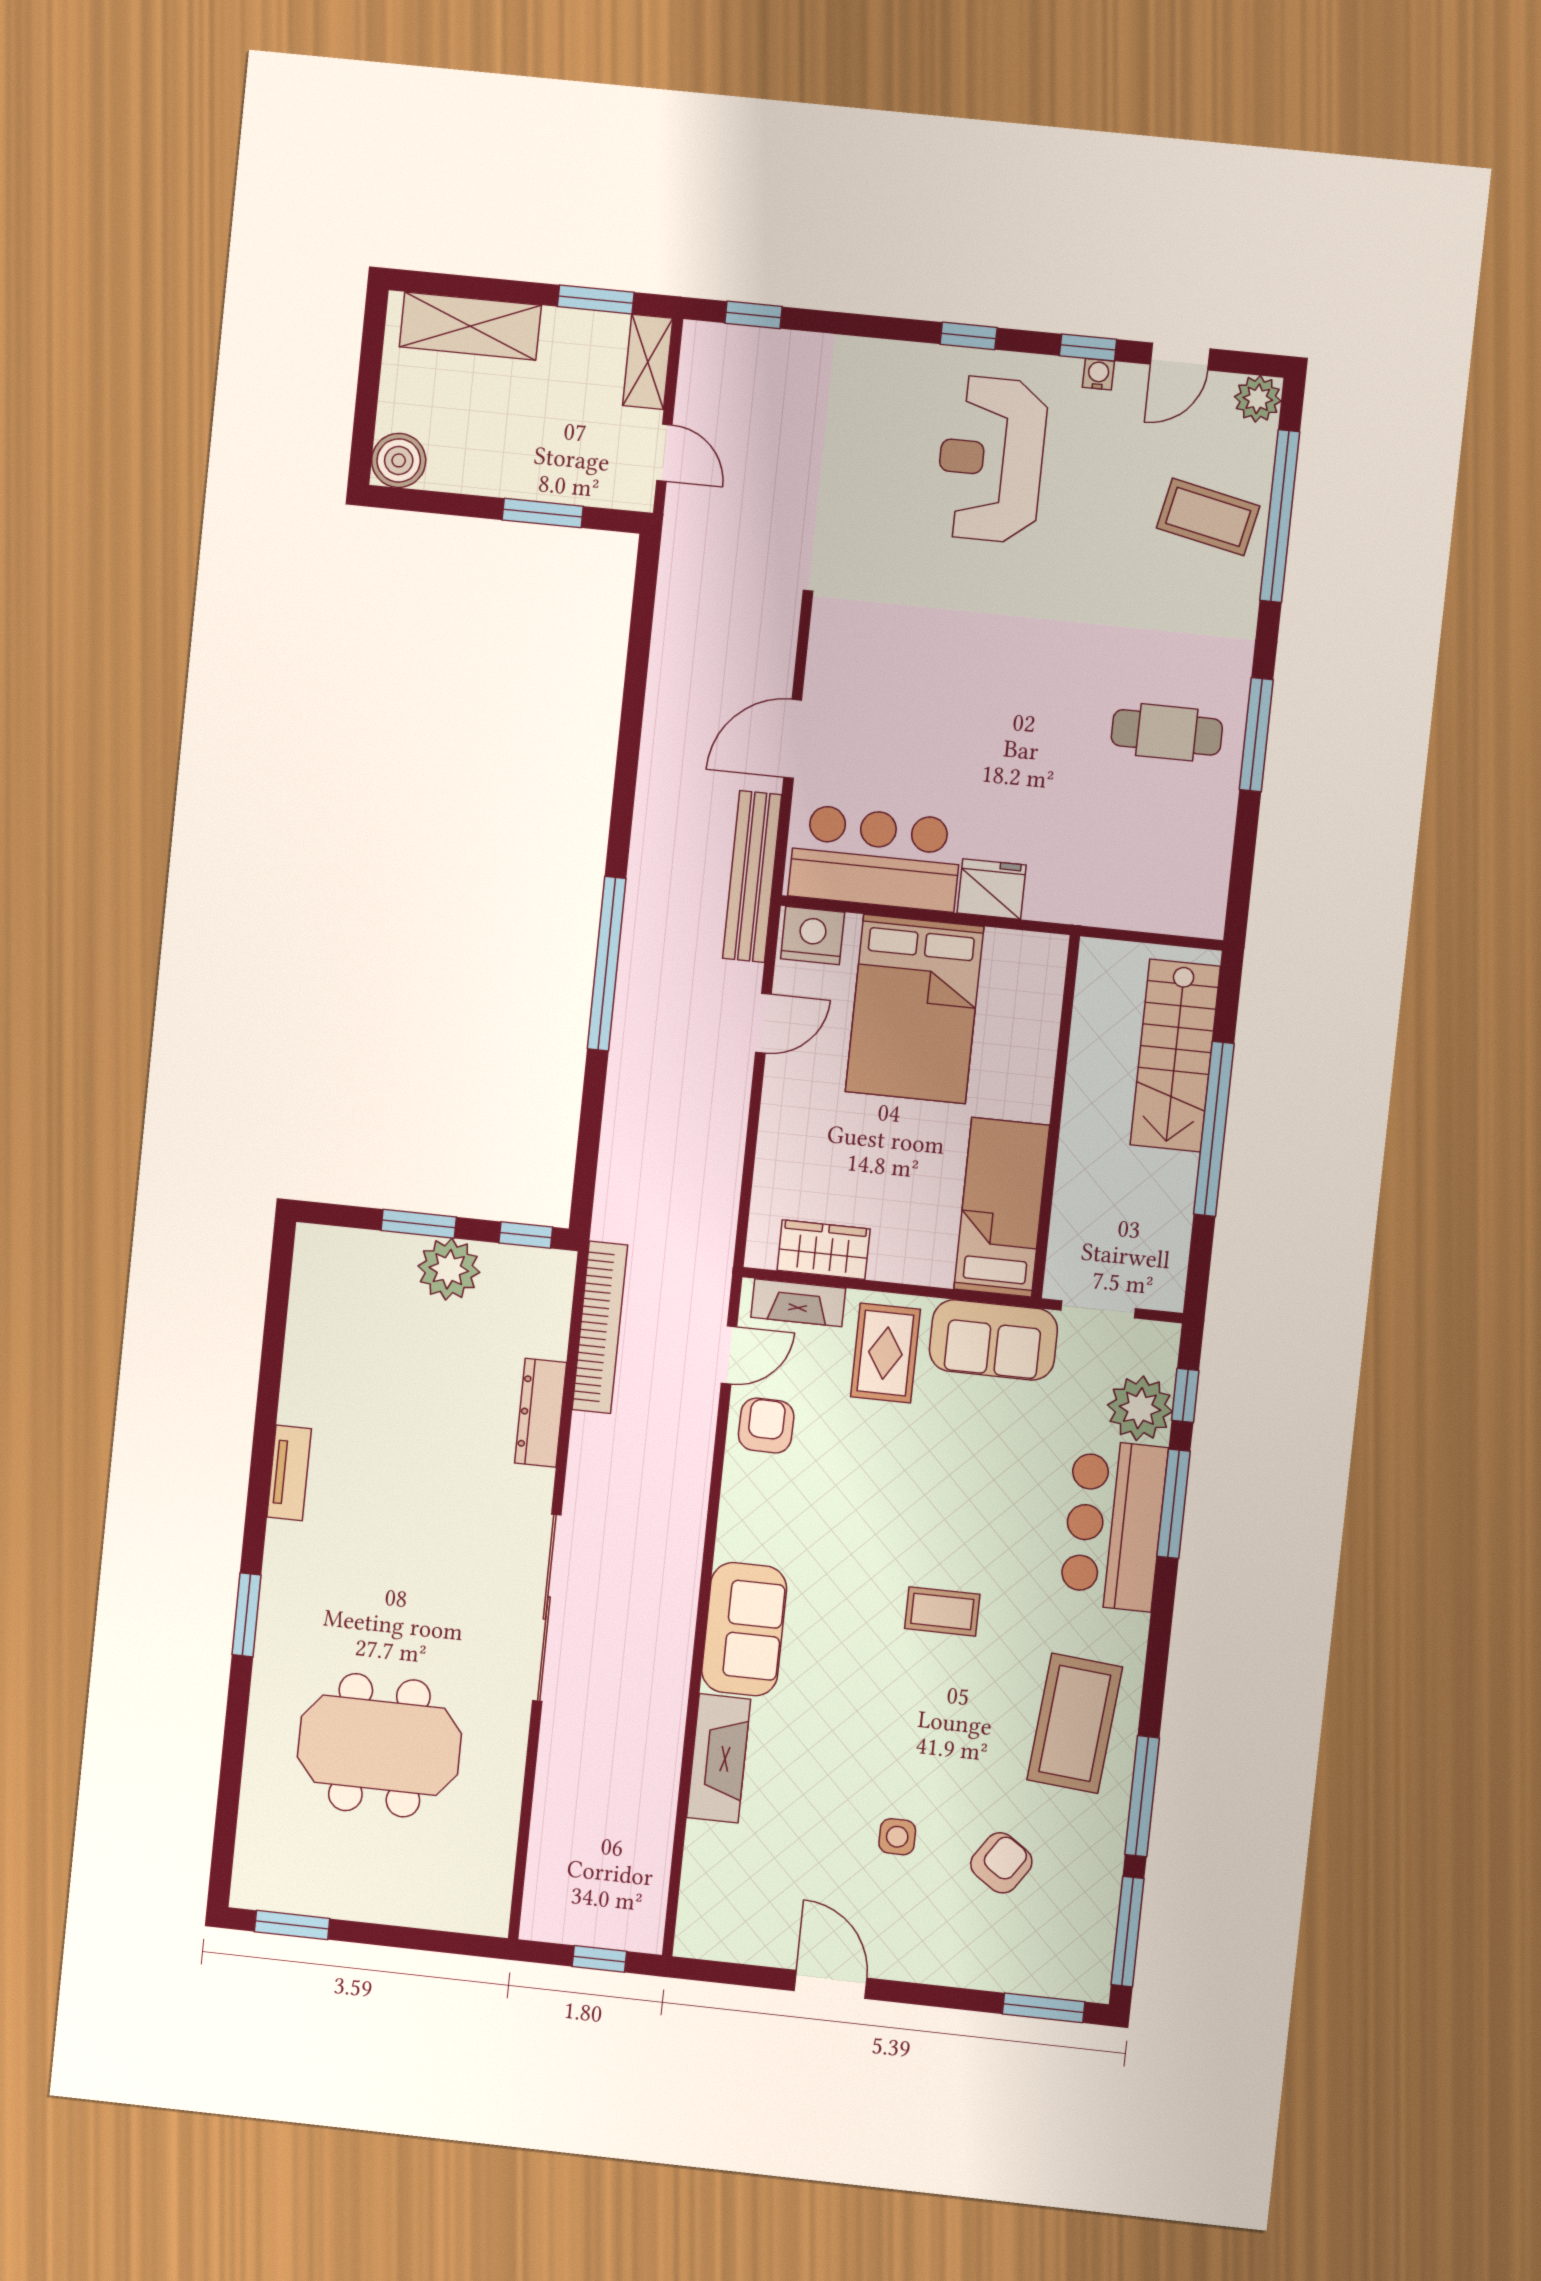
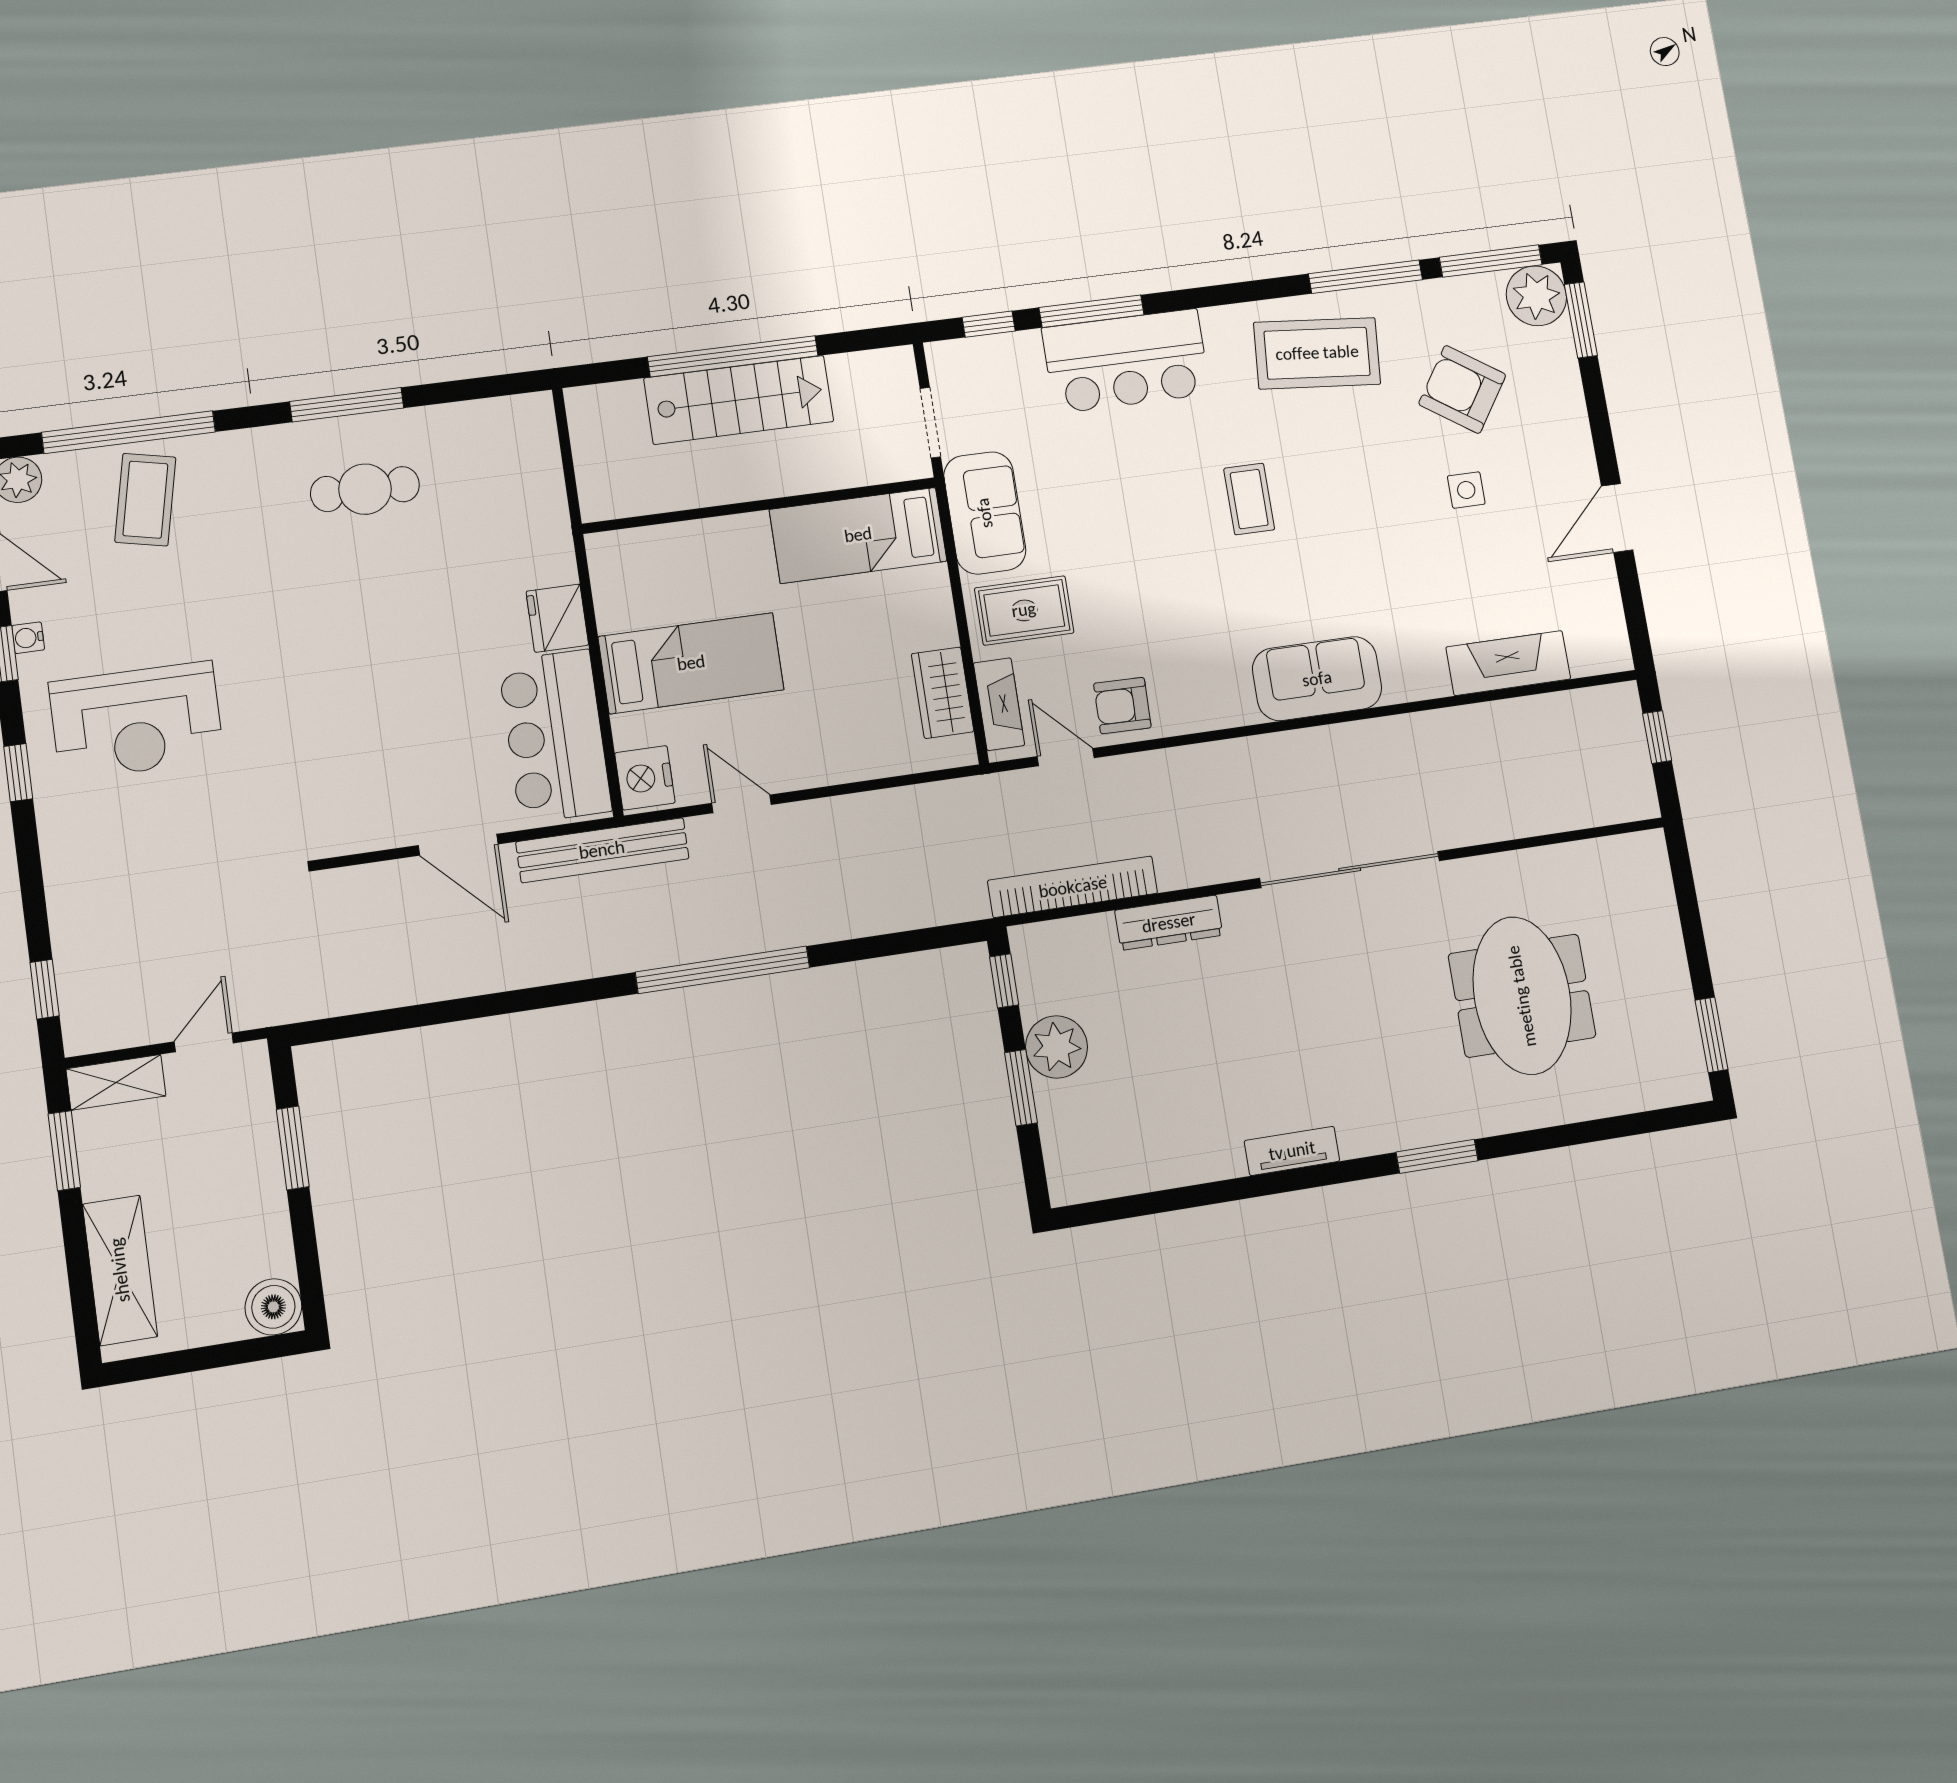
cafe table: (1167, 732) -> (365, 489), turned 90
bed: (914, 1009) -> (691, 663), width x0.67
stairs: (1175, 1056) -> (739, 400), moved
plant: (1140, 1408) -> (1536, 296), moved
fireplace: (719, 1758) -> (1508, 663), moved
armchair: (1001, 1863) -> (1462, 389), width x1.38, depth x1.38

